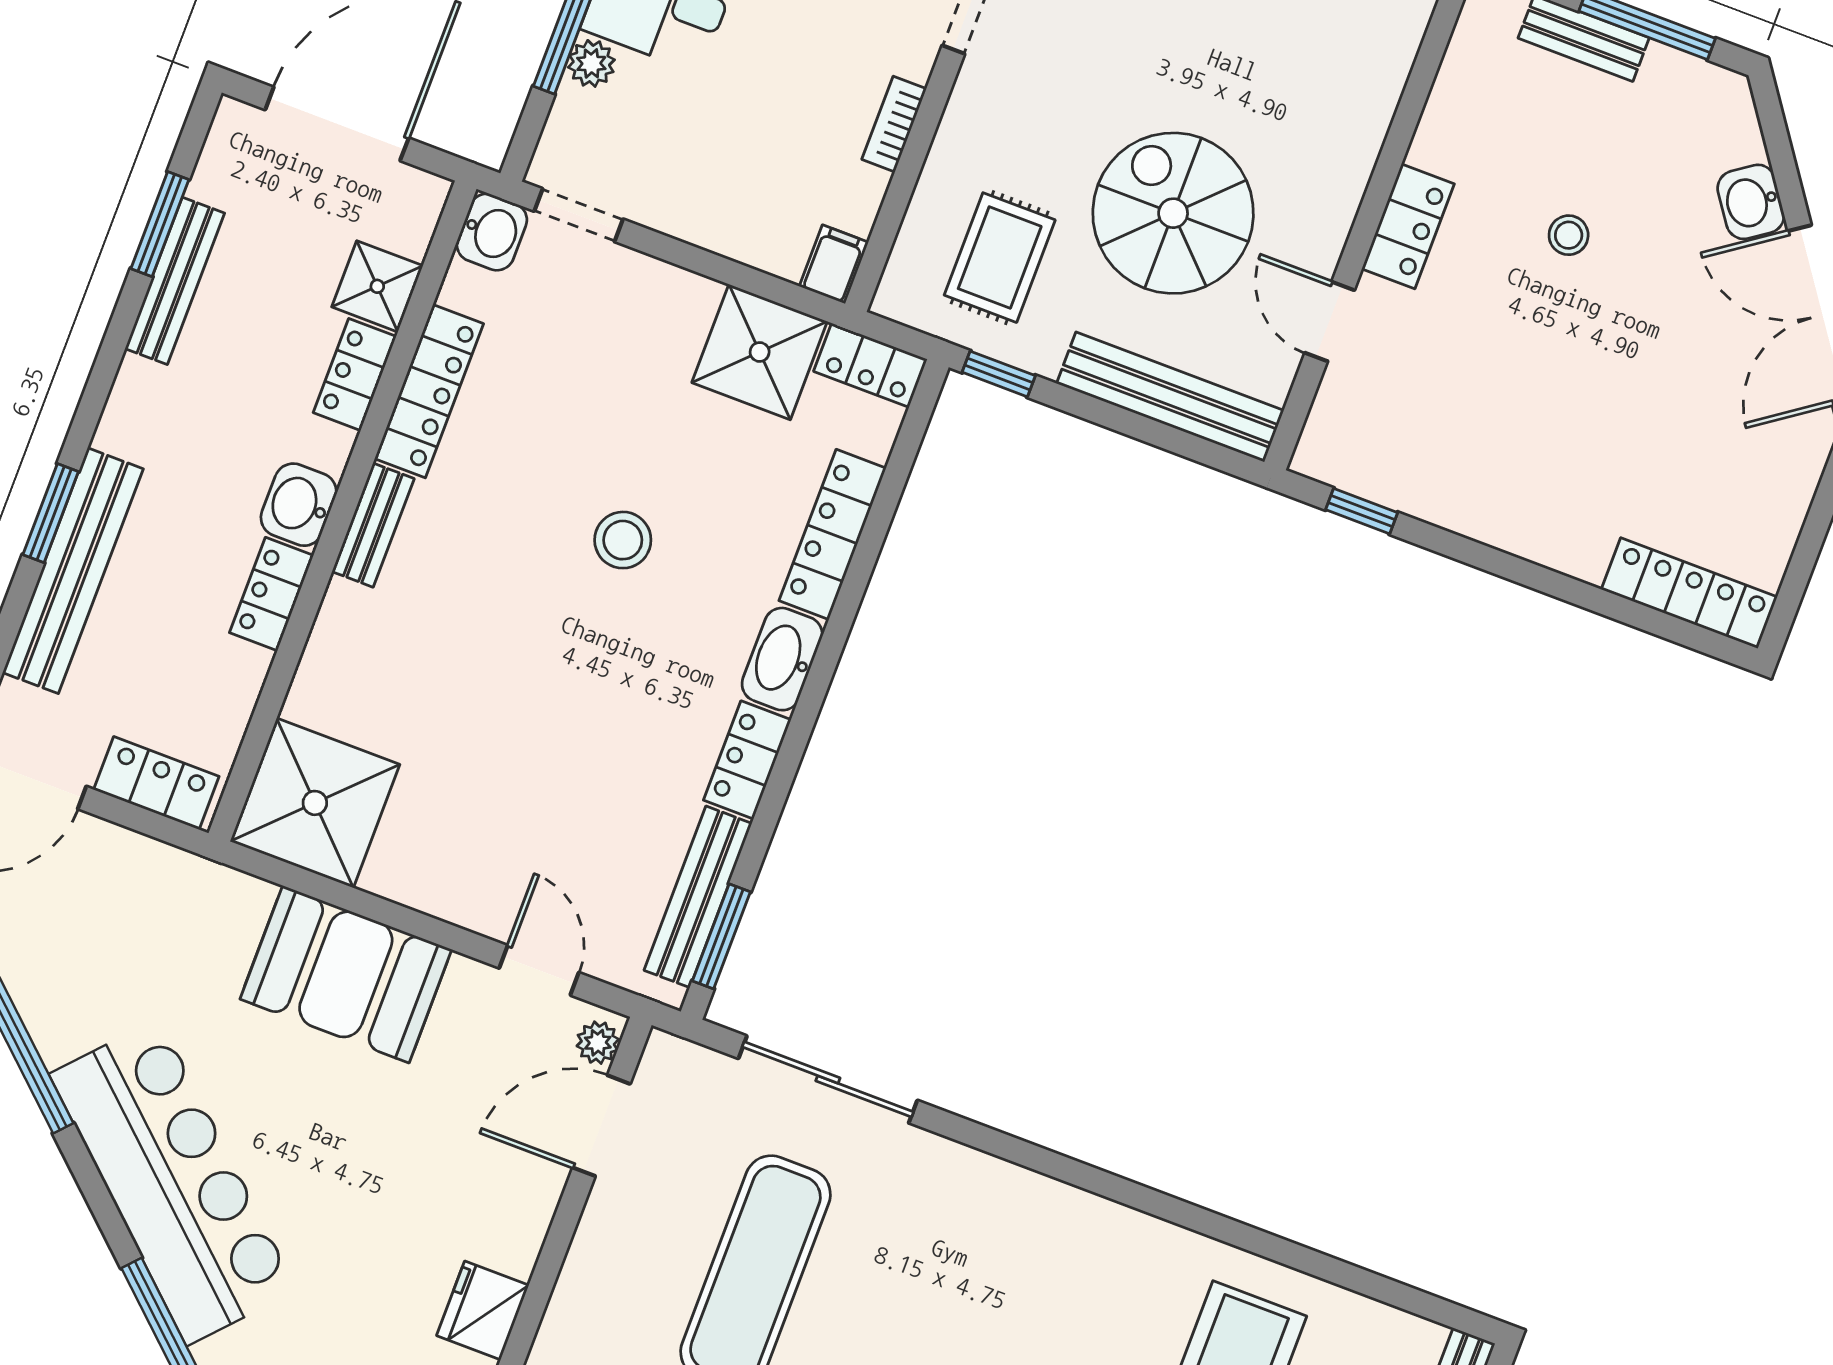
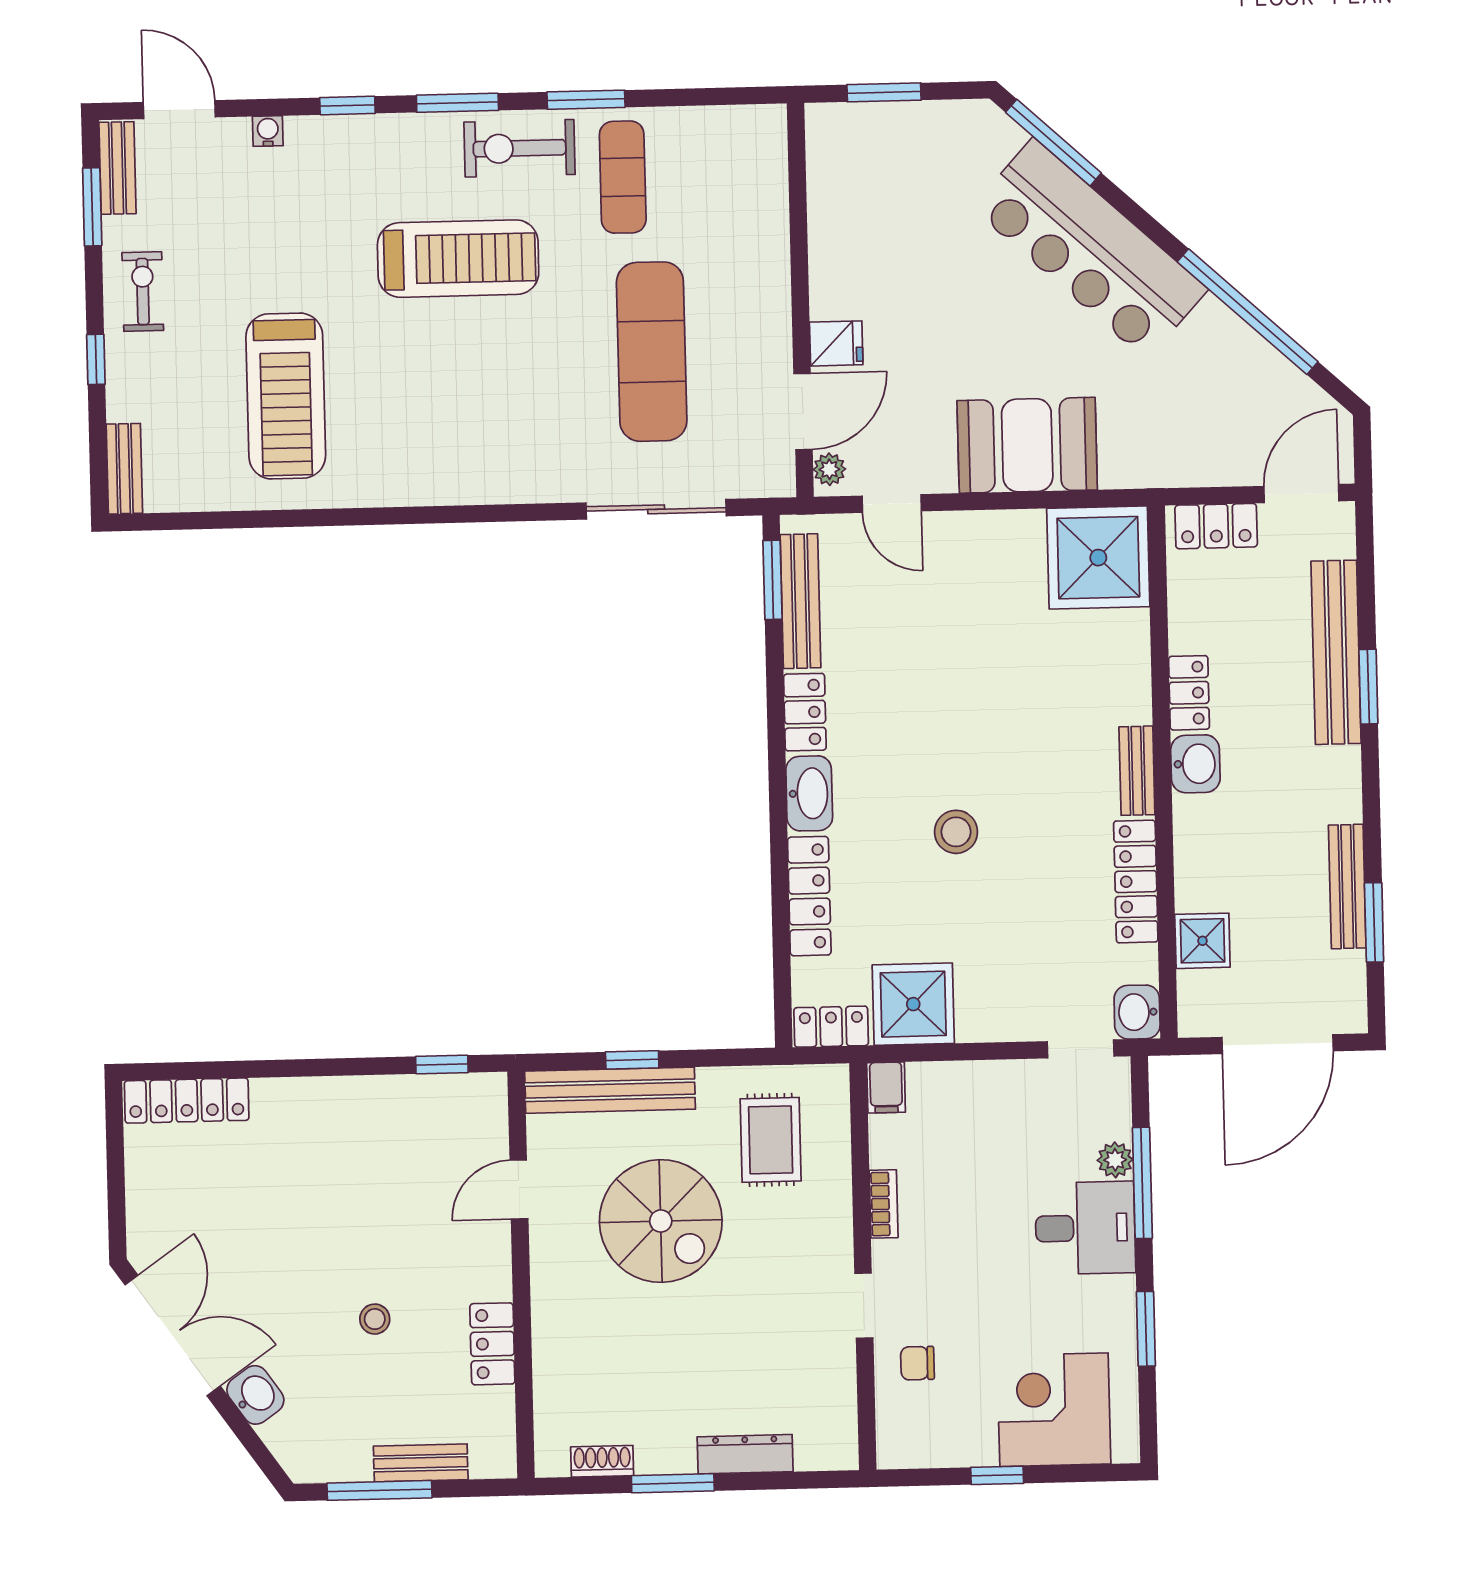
locker: (1408, 226) -> (492, 1344), moved
door: (1330, 321) -> (519, 1189), swing flipped
locker: (355, 374) -> (1193, 872), removed
window: (999, 374) -> (632, 1060), moved
fridge: (483, 1310) -> (836, 343), moved, width x0.72

